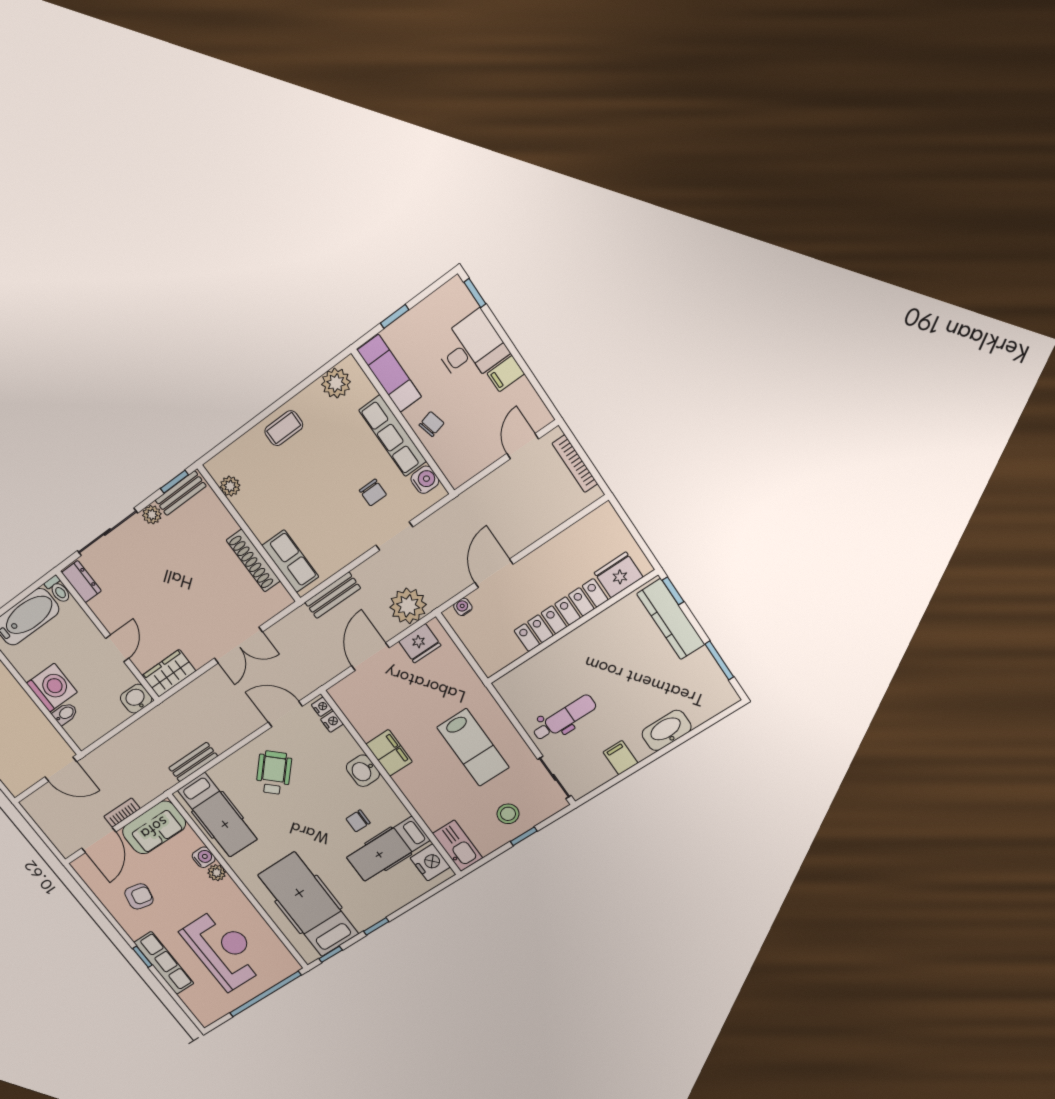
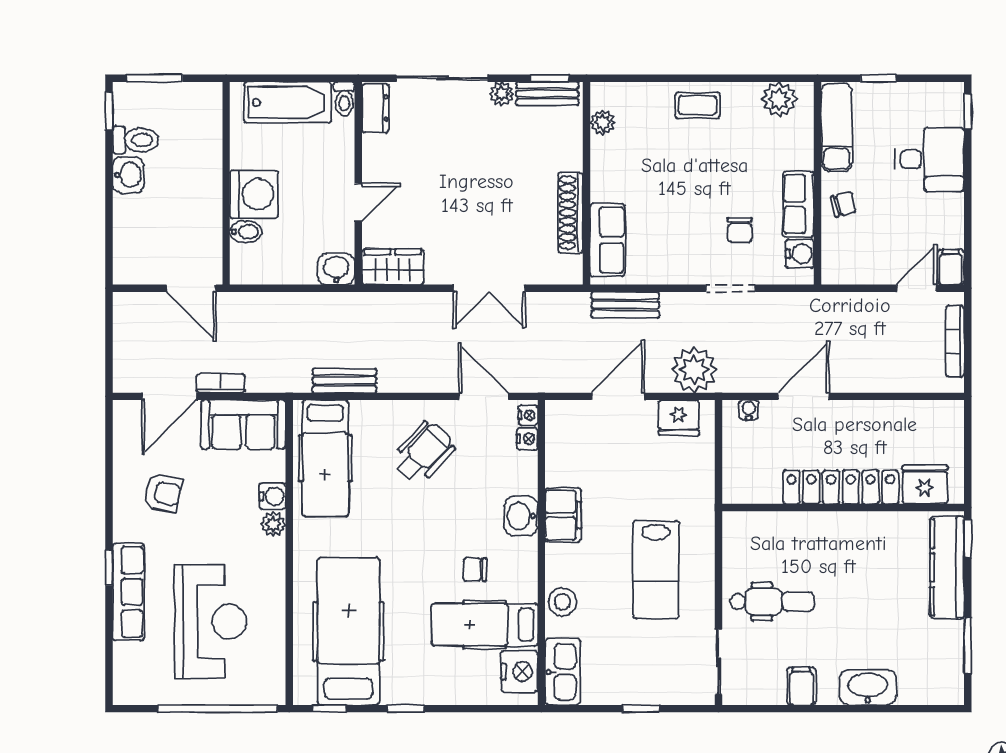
filing cabinet: (506, 374) -> (951, 267), moved, turned 90
row of seats: (393, 436) -> (798, 204), width x0.68
stool: (508, 814) -> (563, 602), moved

